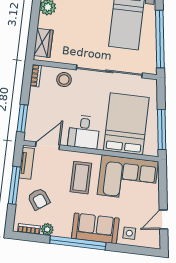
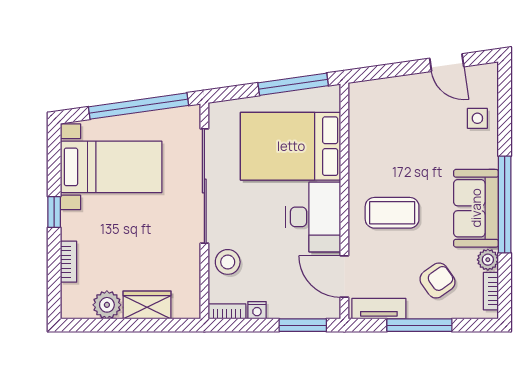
wardrobe: (43, 43) -> (147, 305), moved
nightstand: (34, 93) -> (257, 310), added
desk: (84, 132) -> (313, 217), width x1.37
corner sofa: (128, 178) -> (383, 132), removed
sofa: (95, 228) -> (476, 208), moved

